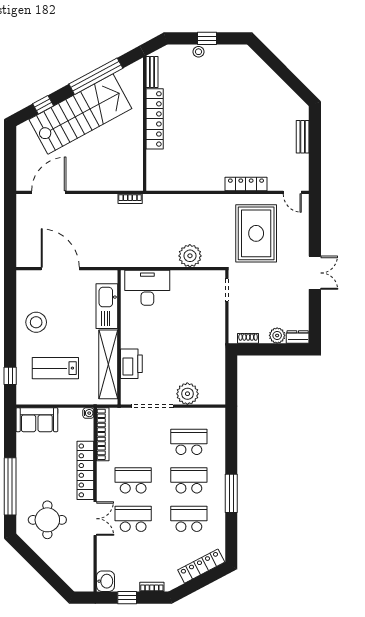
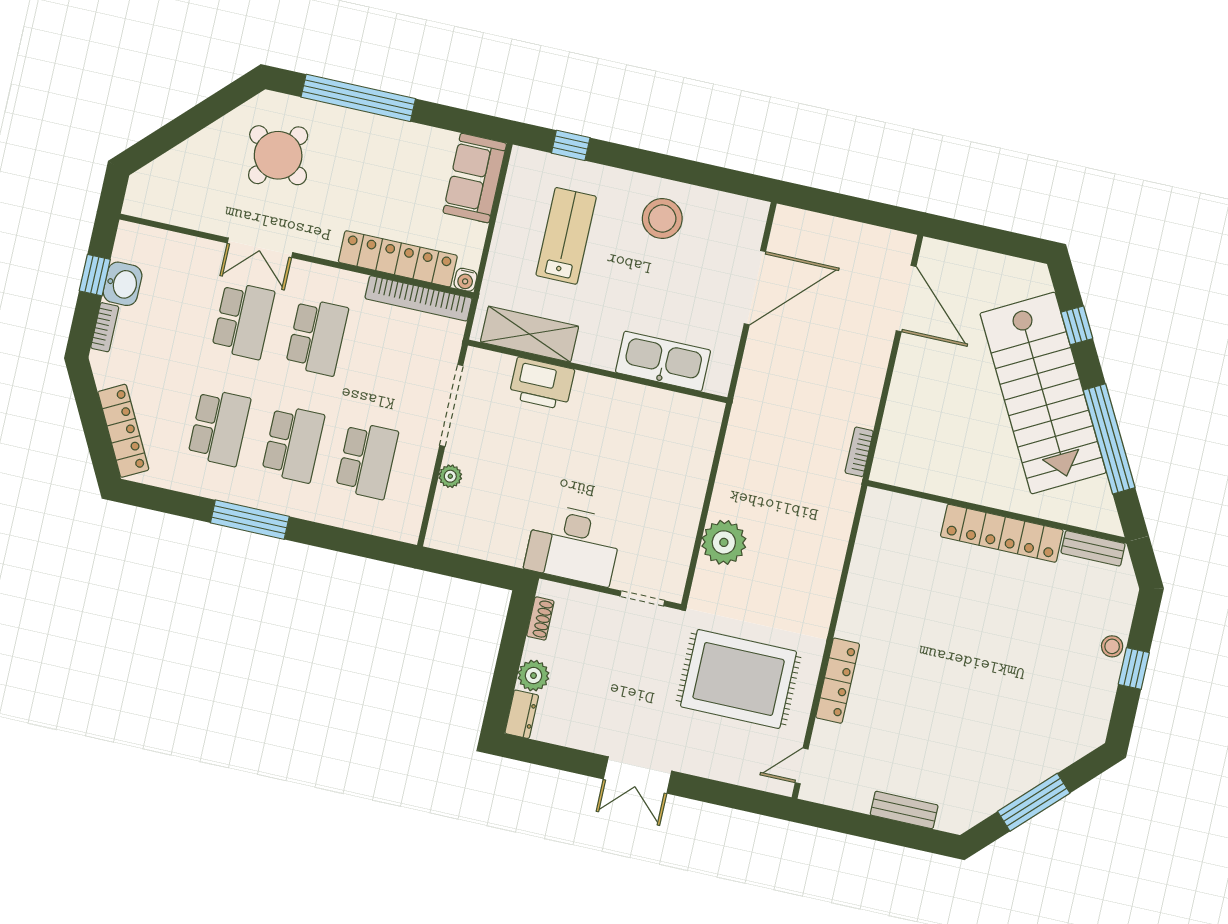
window: (285, 73) -> (1034, 802), added
desk: (147, 288) -> (573, 545), moved, turned 90
shelving: (108, 364) -> (529, 334), width x0.68
plant: (187, 394) -> (450, 476), width x0.53, depth x0.53
locker: (85, 470) -> (398, 259), moved
round table: (47, 520) -> (278, 155), turned 34
washbasin: (106, 581) -> (123, 284), moved, turned -90

